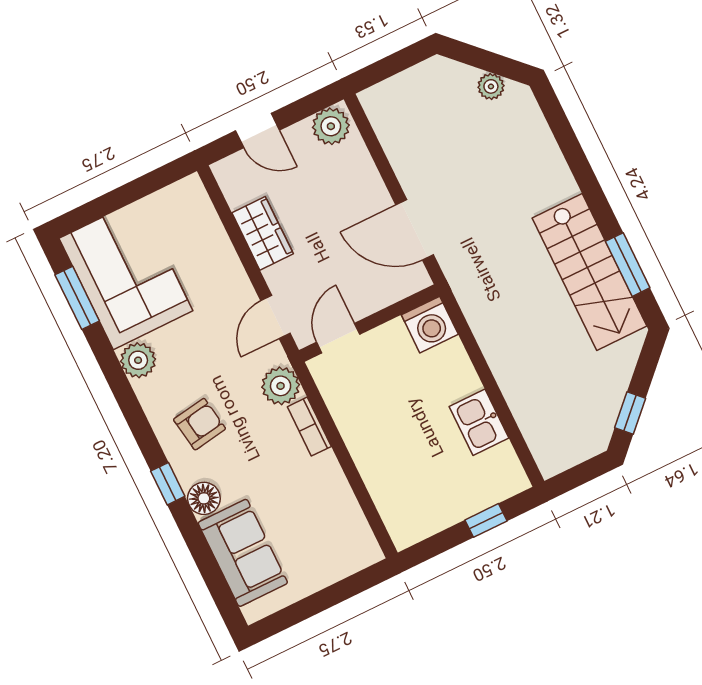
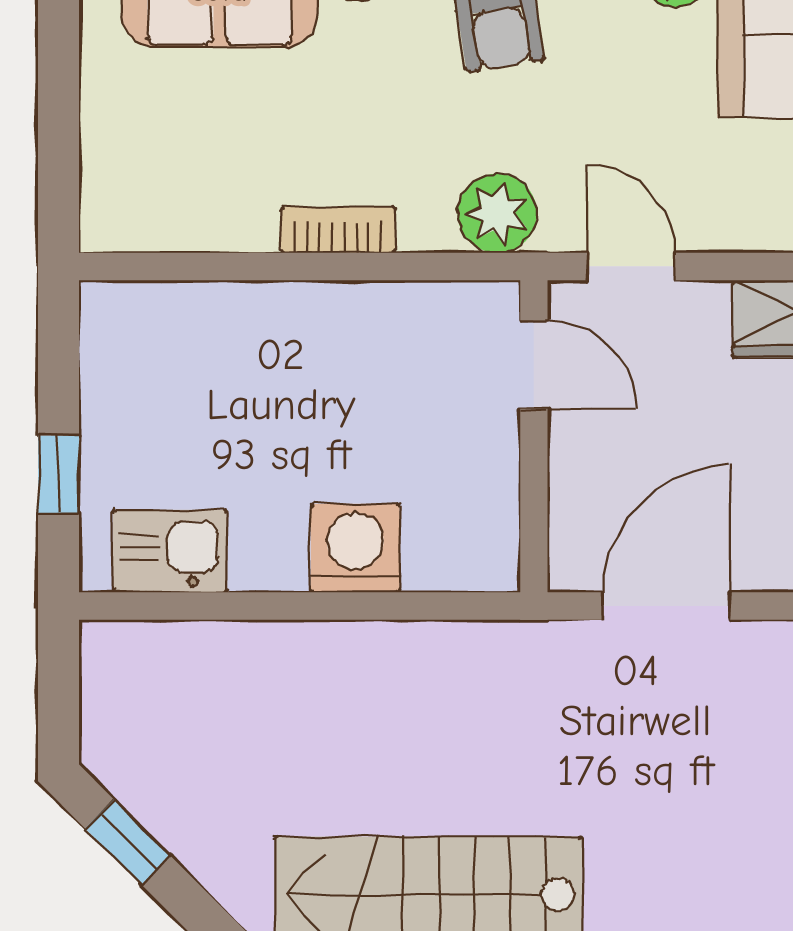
washing machine: (430, 325) -> (355, 548), moved, turned 90
kitchen sink: (479, 422) -> (170, 551), moved
bookcase: (309, 427) -> (338, 230), moved

